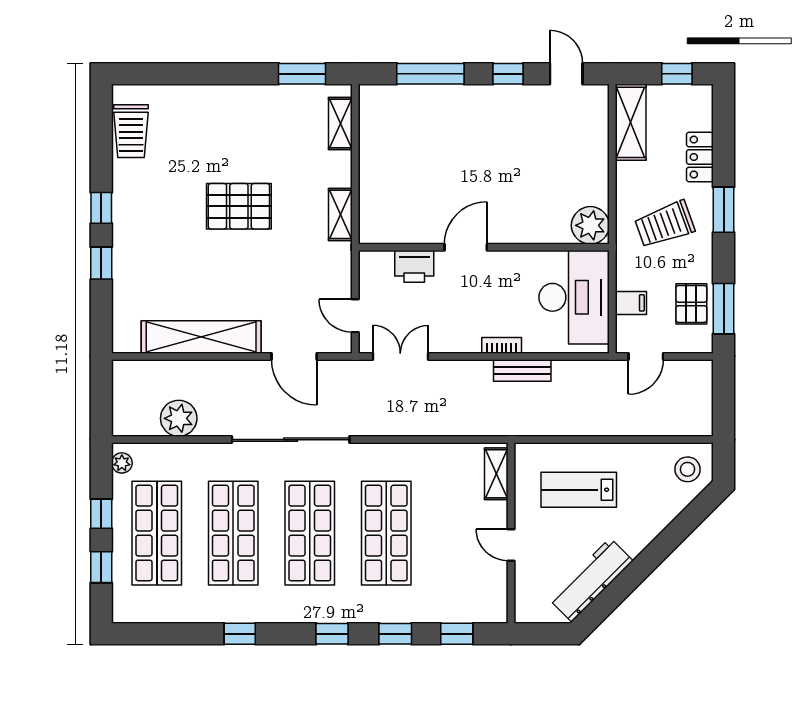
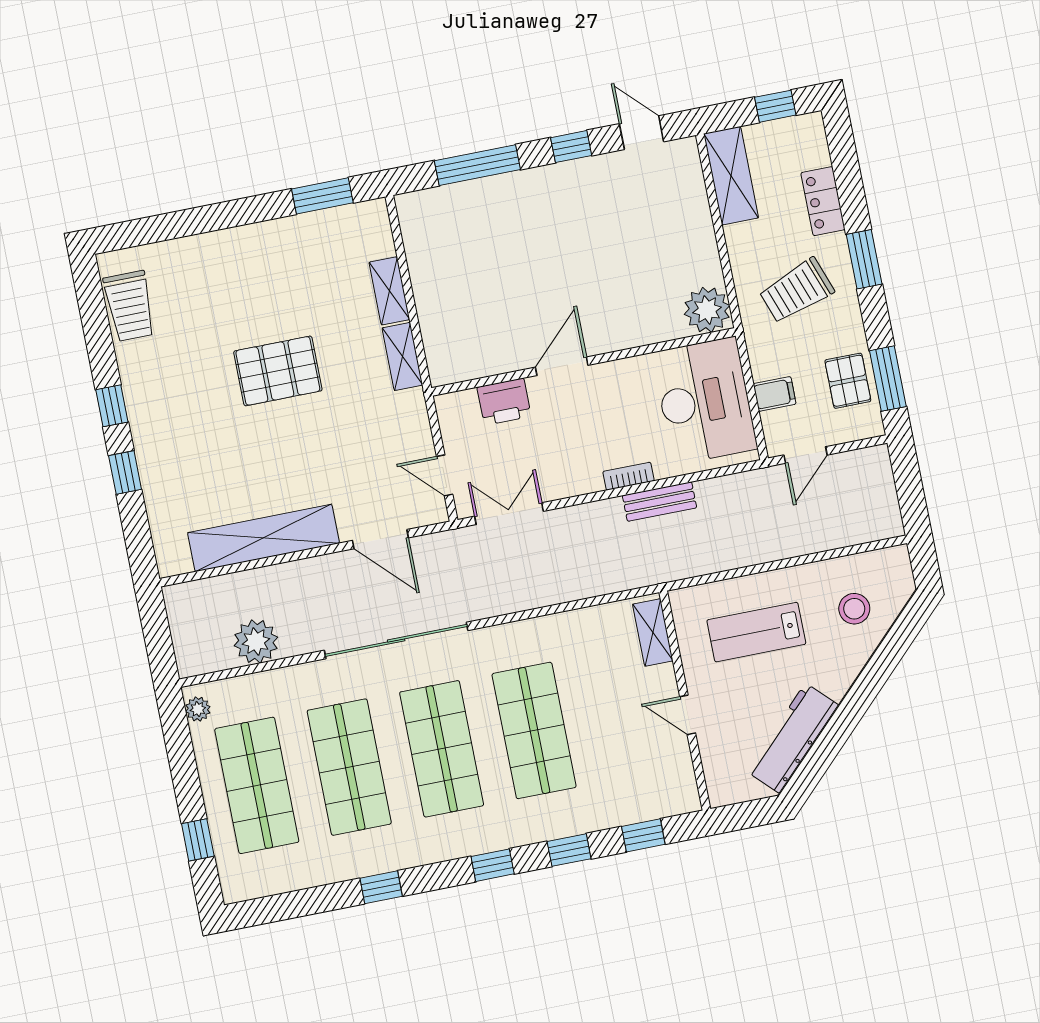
shelving: (340, 124) -> (389, 291), moved
stool: (688, 469) -> (854, 609), moved
window: (101, 514) -> (185, 775), removed

